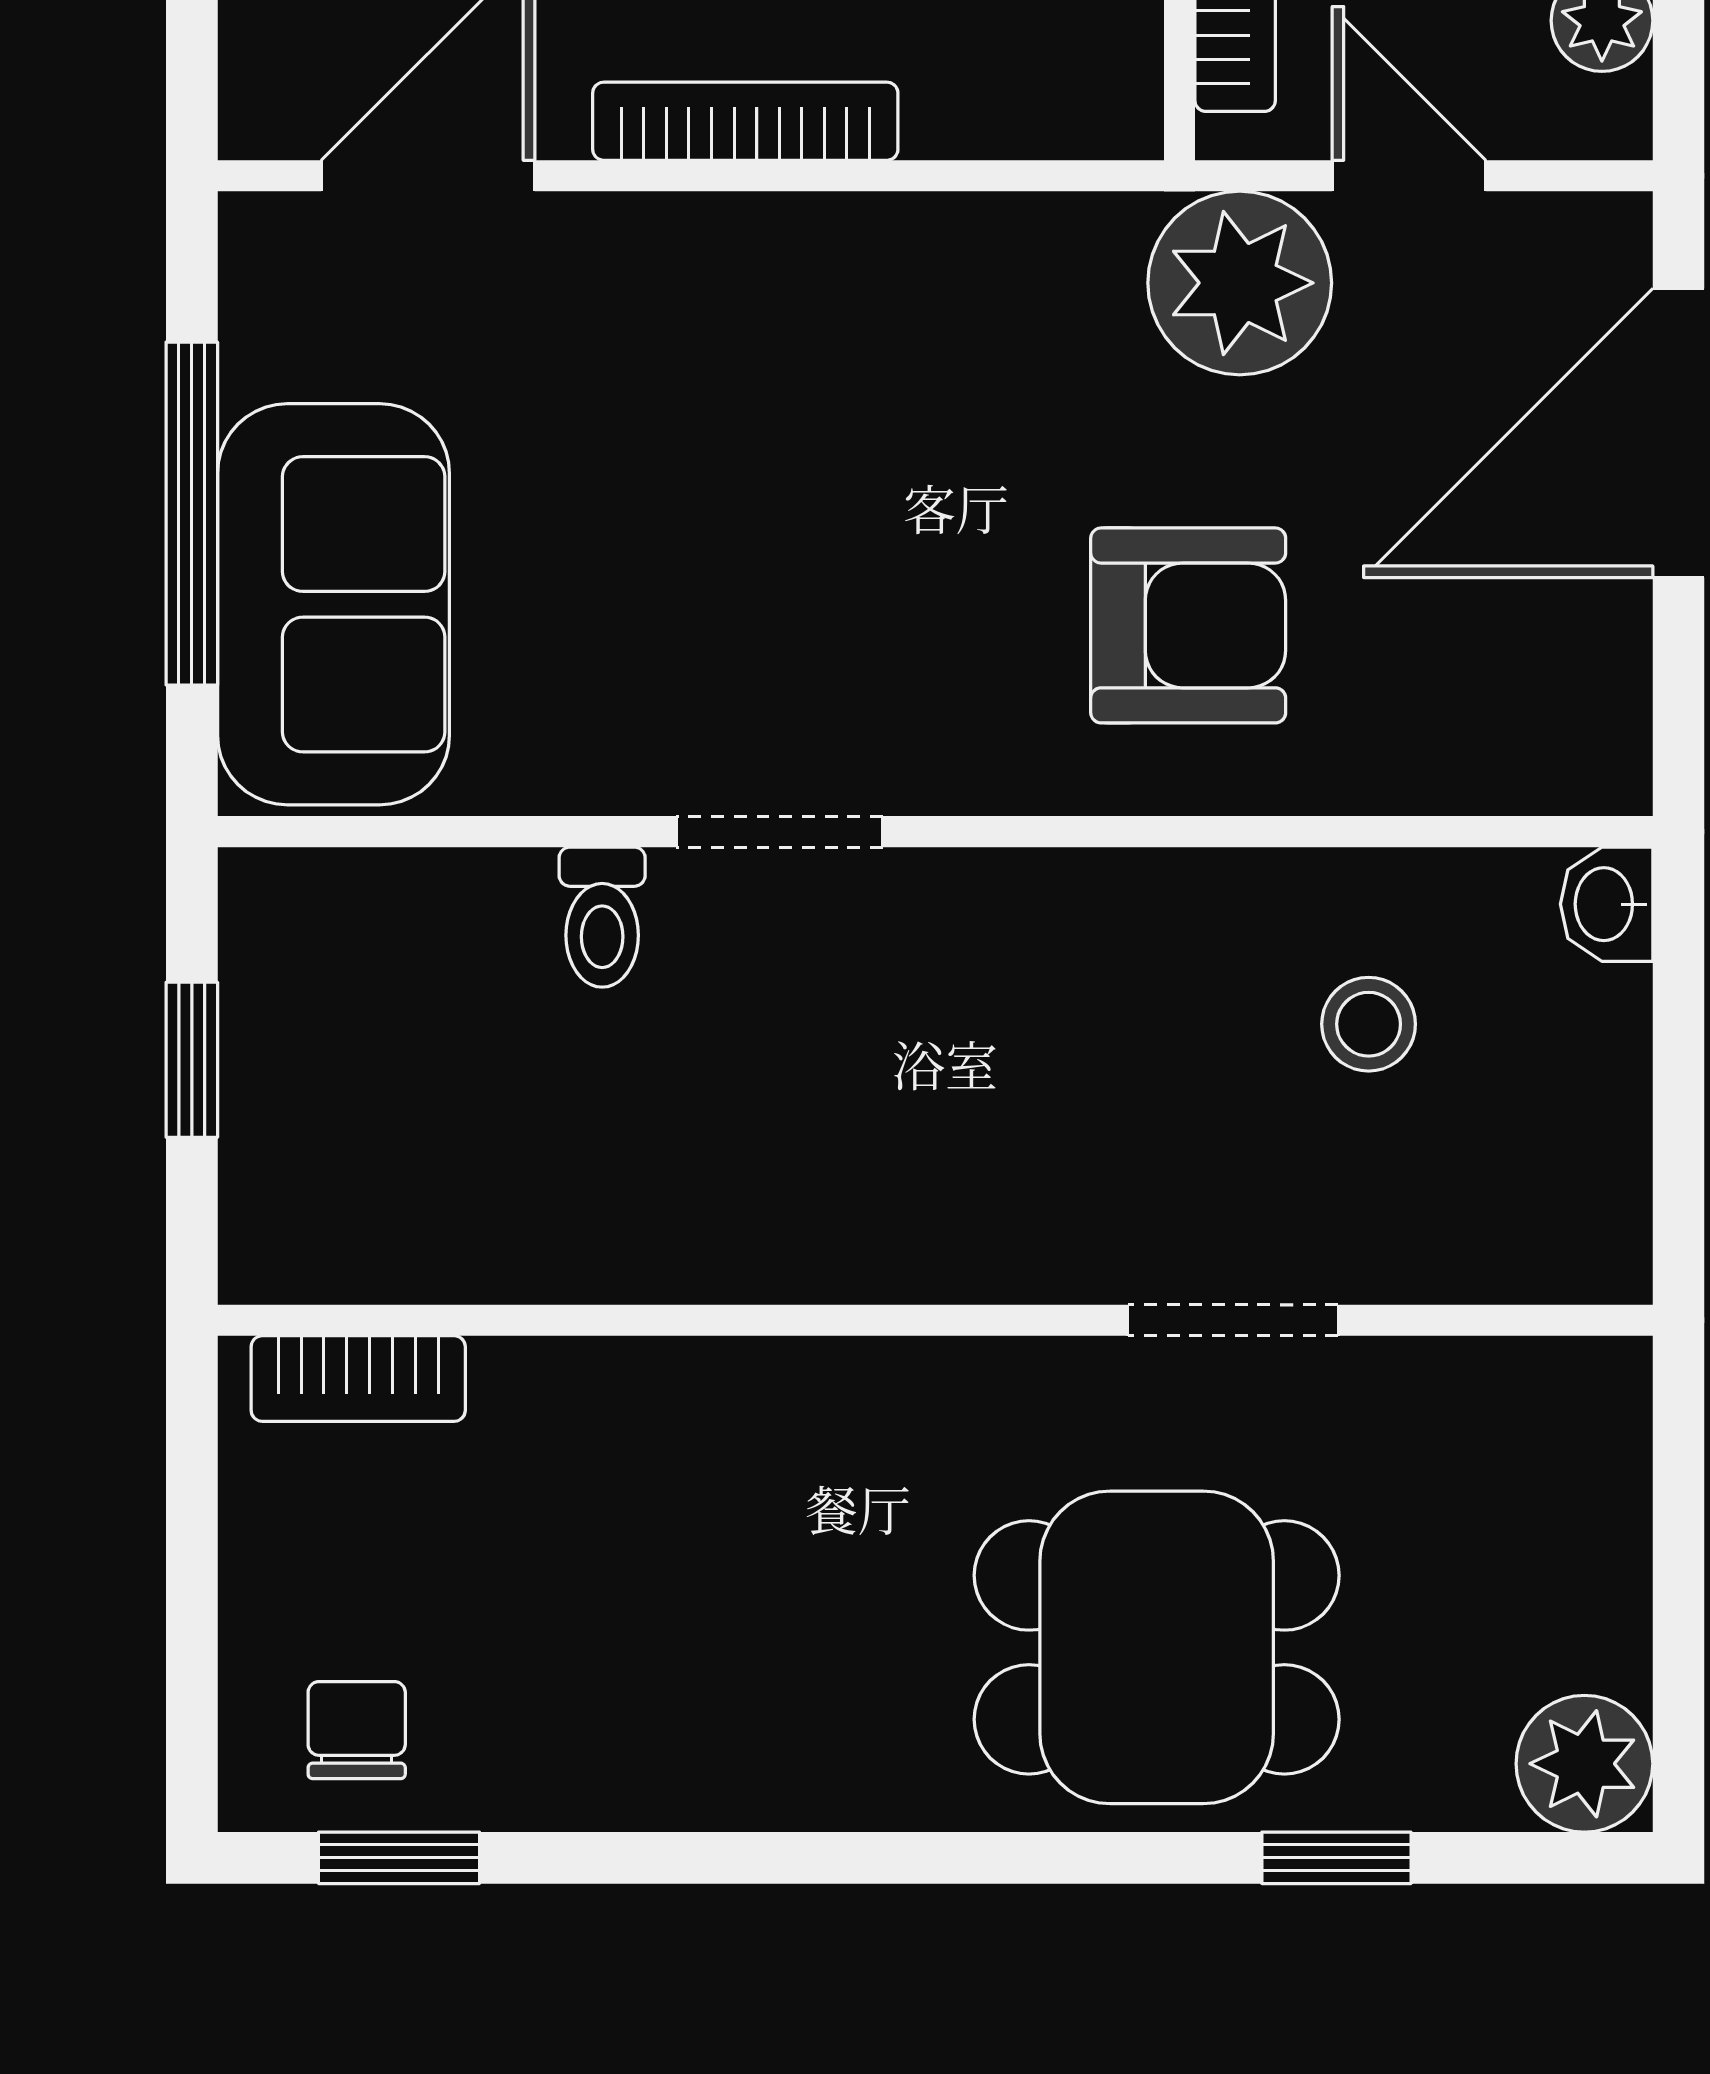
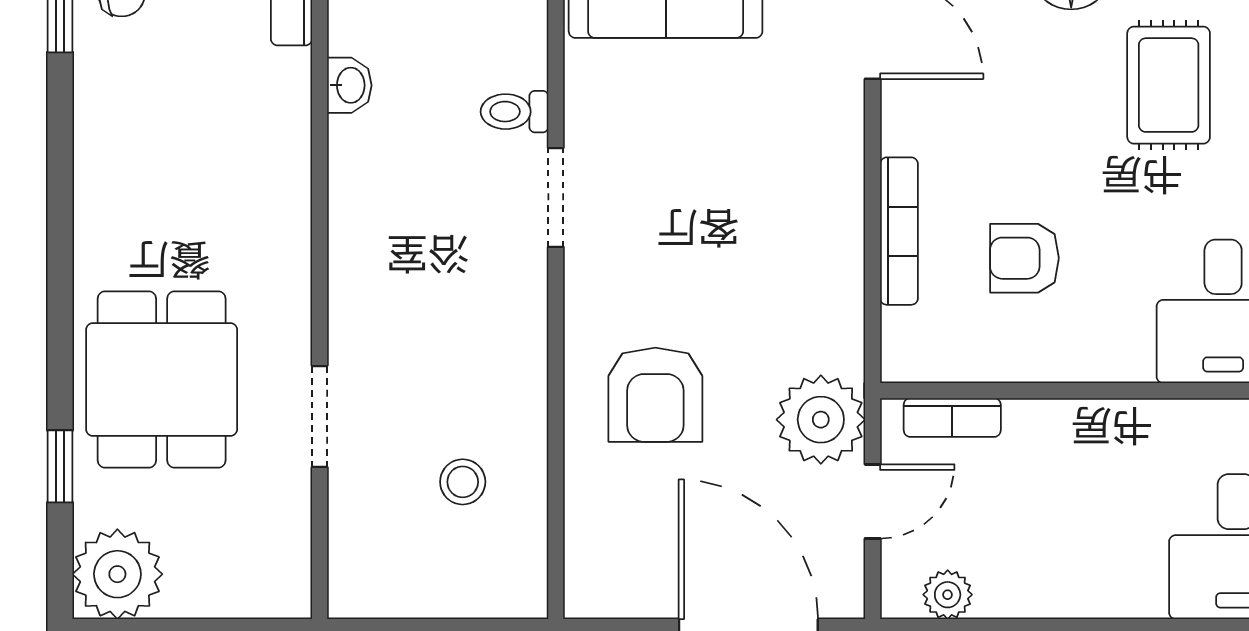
bookcase: (745, 121) -> (899, 231), moved
washbasin: (1607, 904) -> (349, 85), moved, turned 90
plant: (1584, 1764) -> (117, 574), width x1.36, depth x1.36

